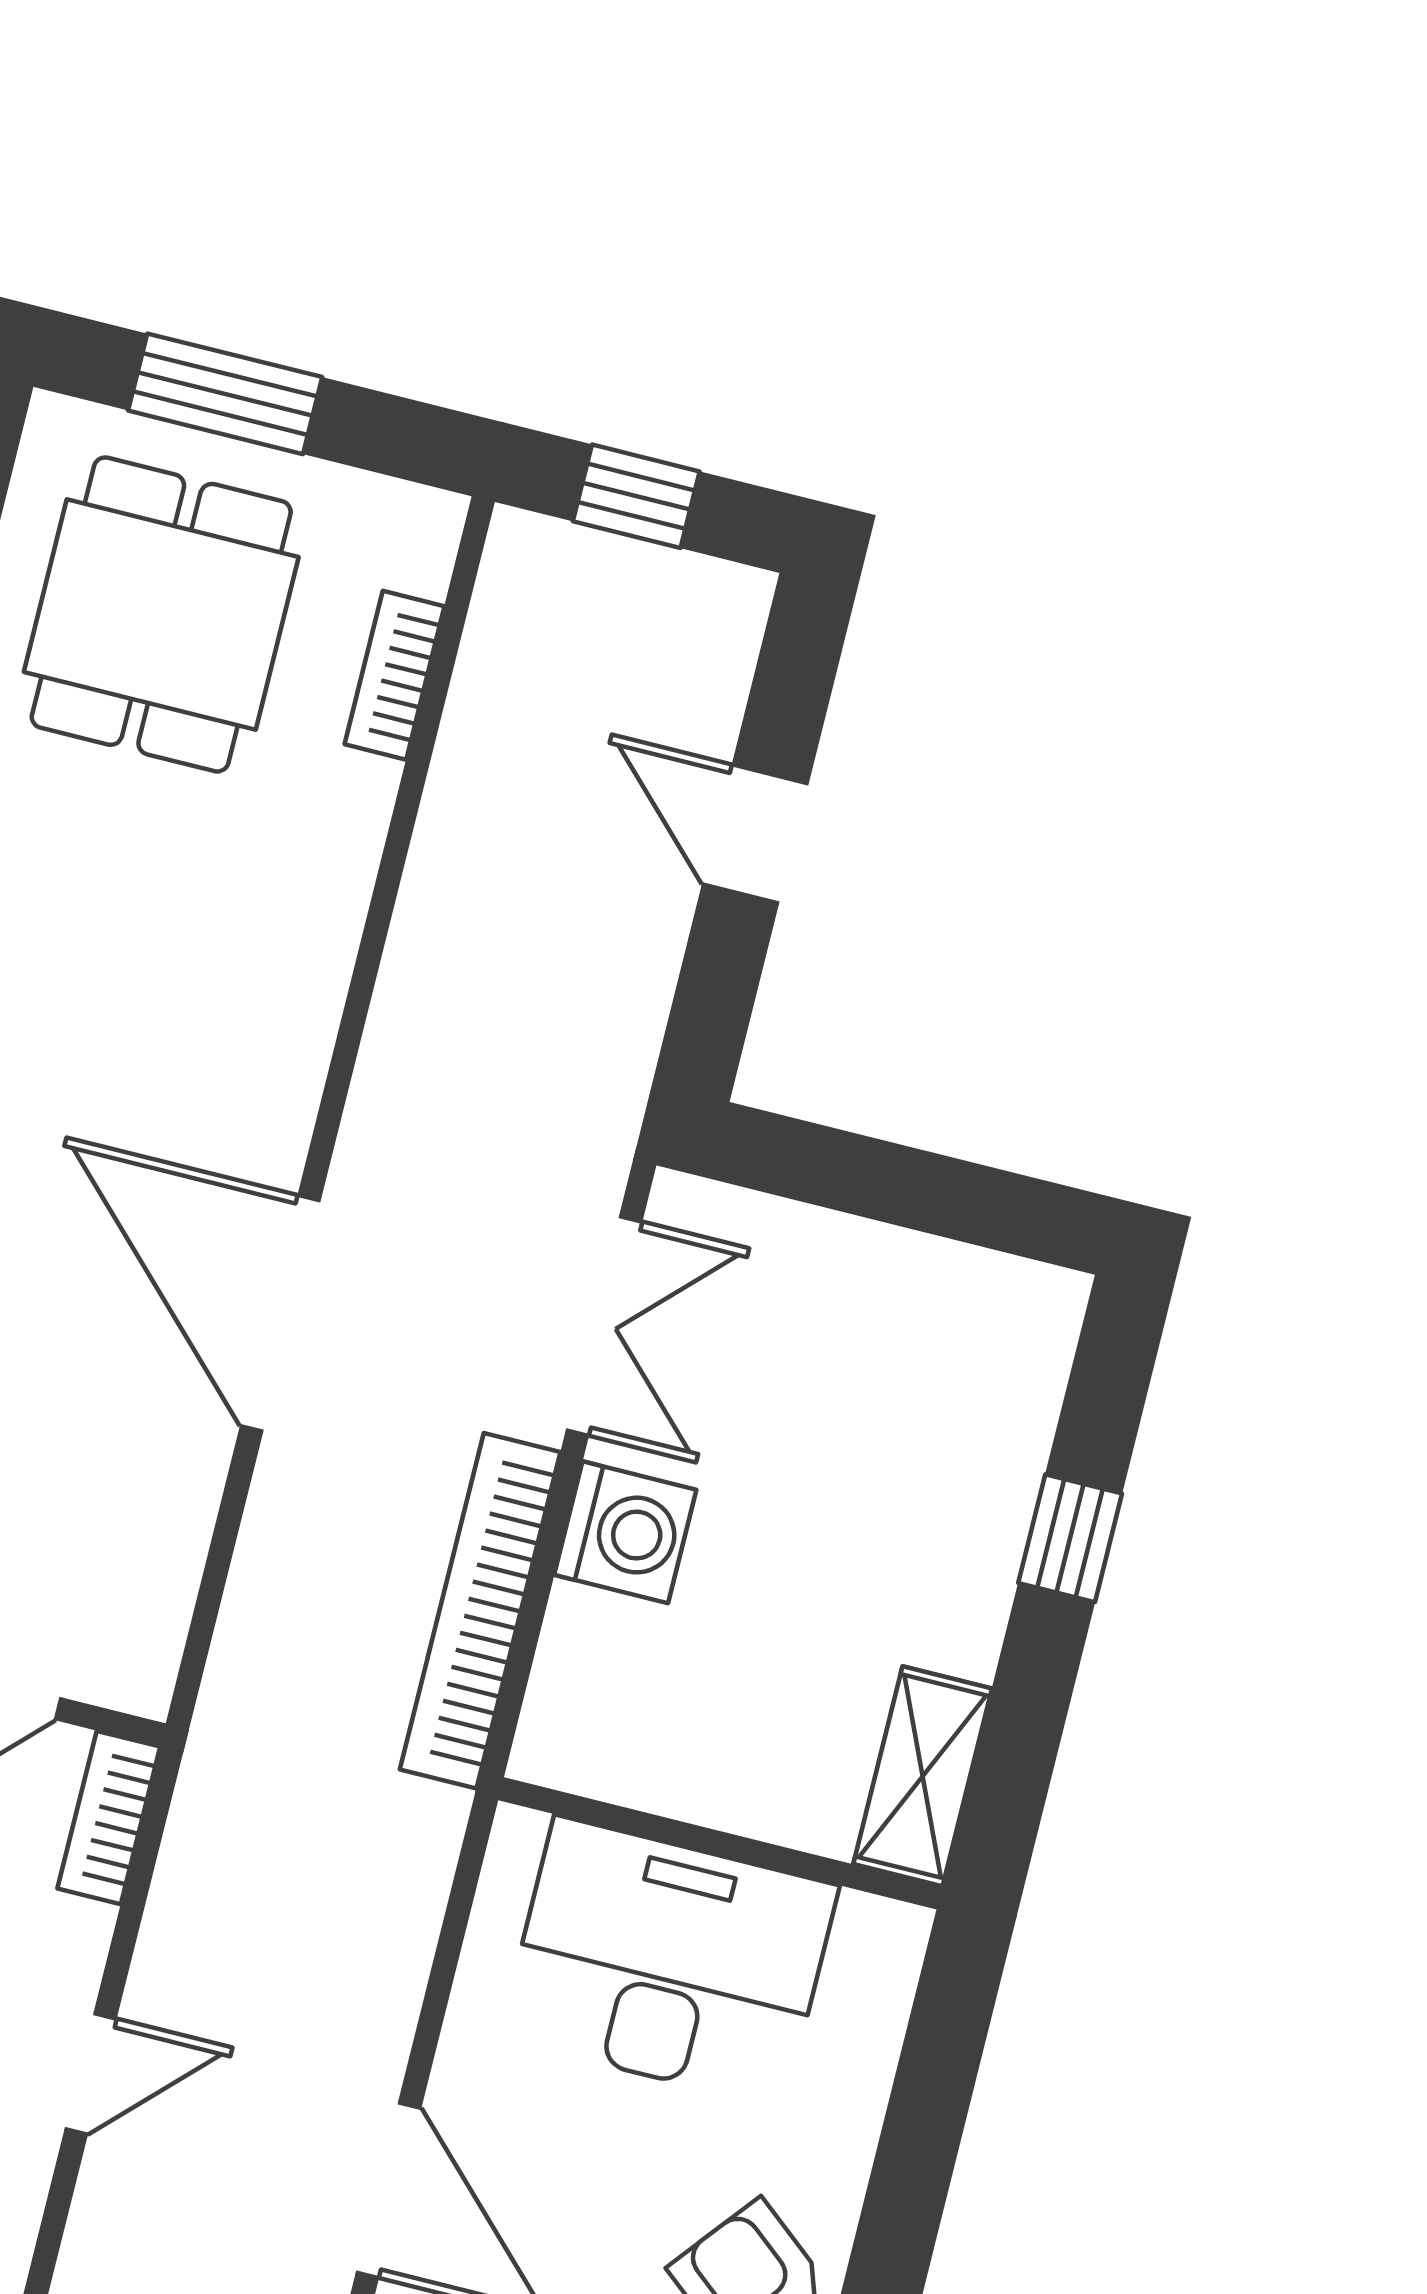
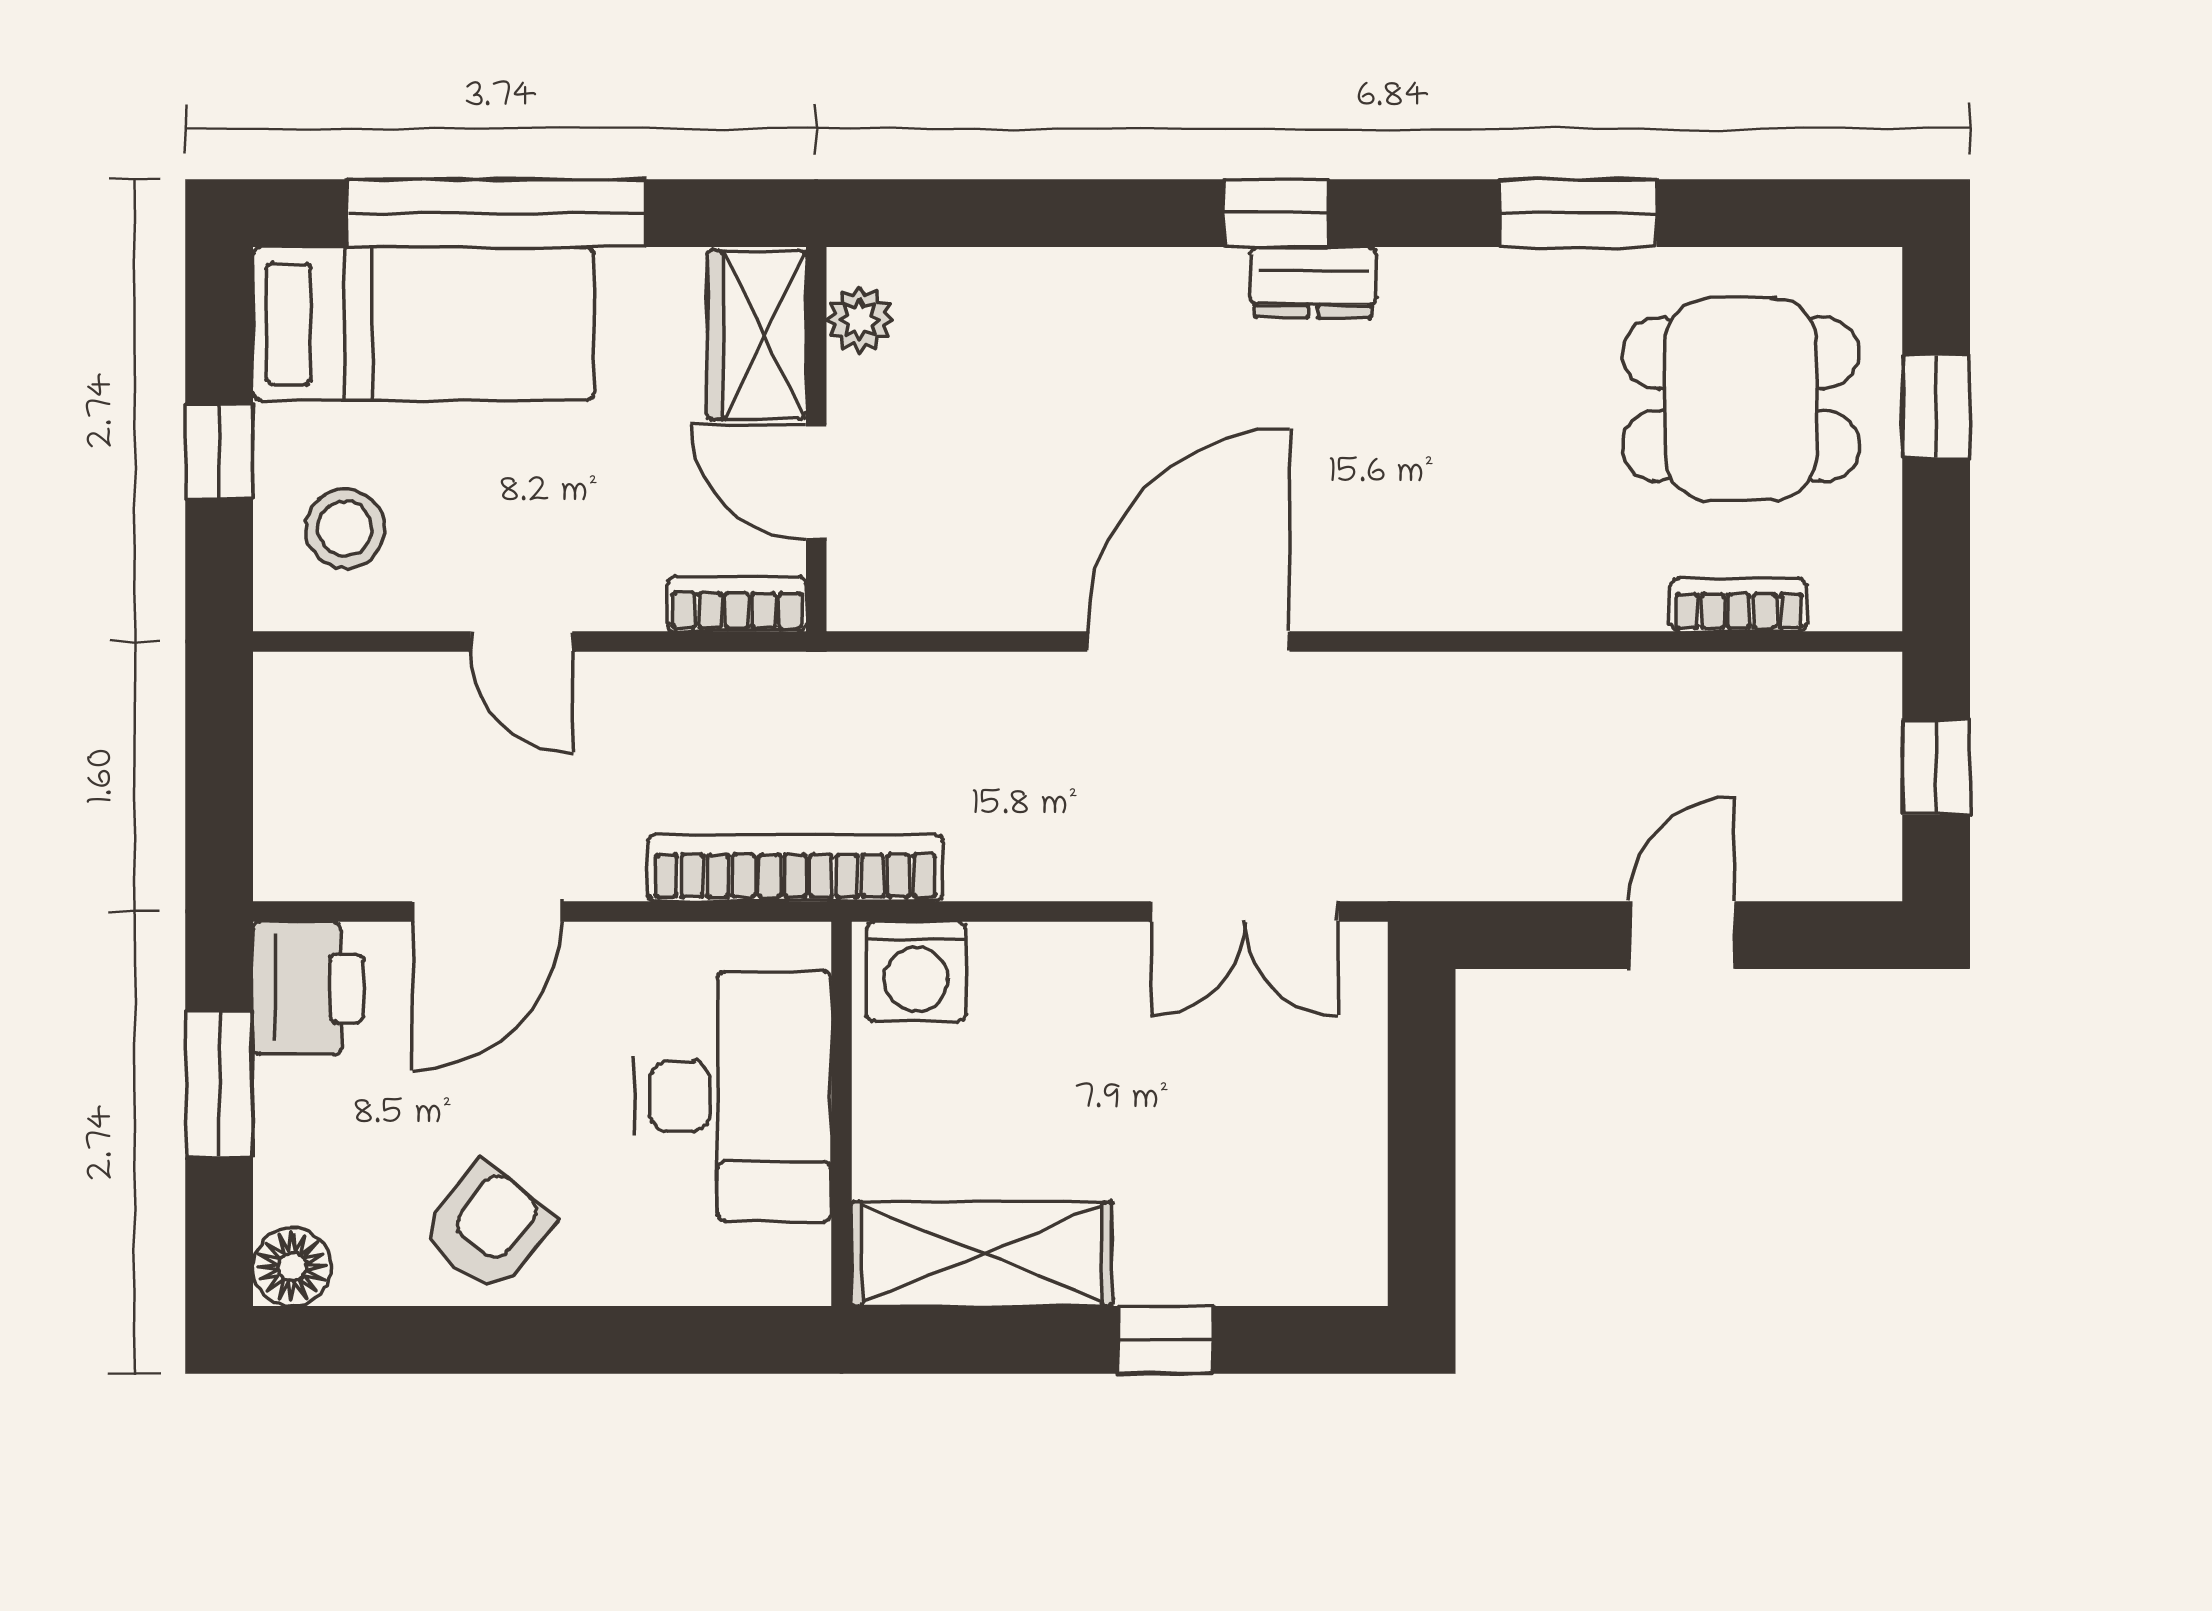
window: (225, 394) -> (1936, 407), width x0.67
washing machine: (625, 1532) -> (916, 971), moved
bookcase: (480, 1611) -> (795, 868), moved
shelving: (923, 1776) -> (982, 1254), width x1.50, depth x1.33

